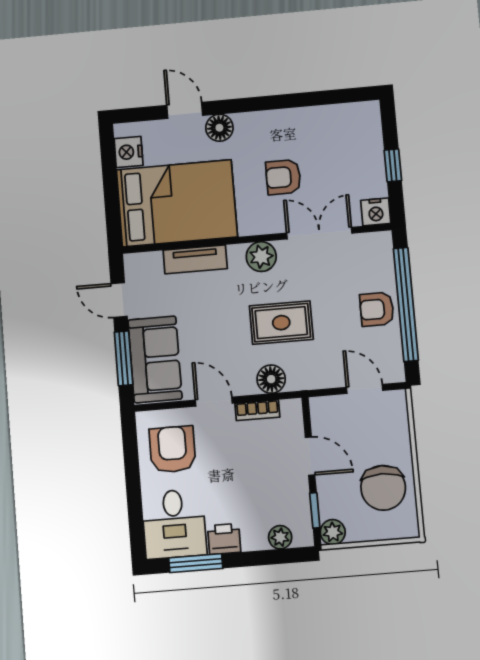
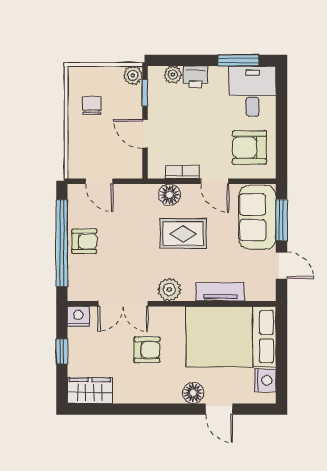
wardrobe: (352, 119) -> (90, 391), added
rug: (281, 323) -> (183, 234), moved
armchair: (172, 449) -> (249, 147), turned 90
chair: (383, 488) -> (92, 105), width x0.54, depth x0.54
printer: (224, 539) -> (195, 77), moved

